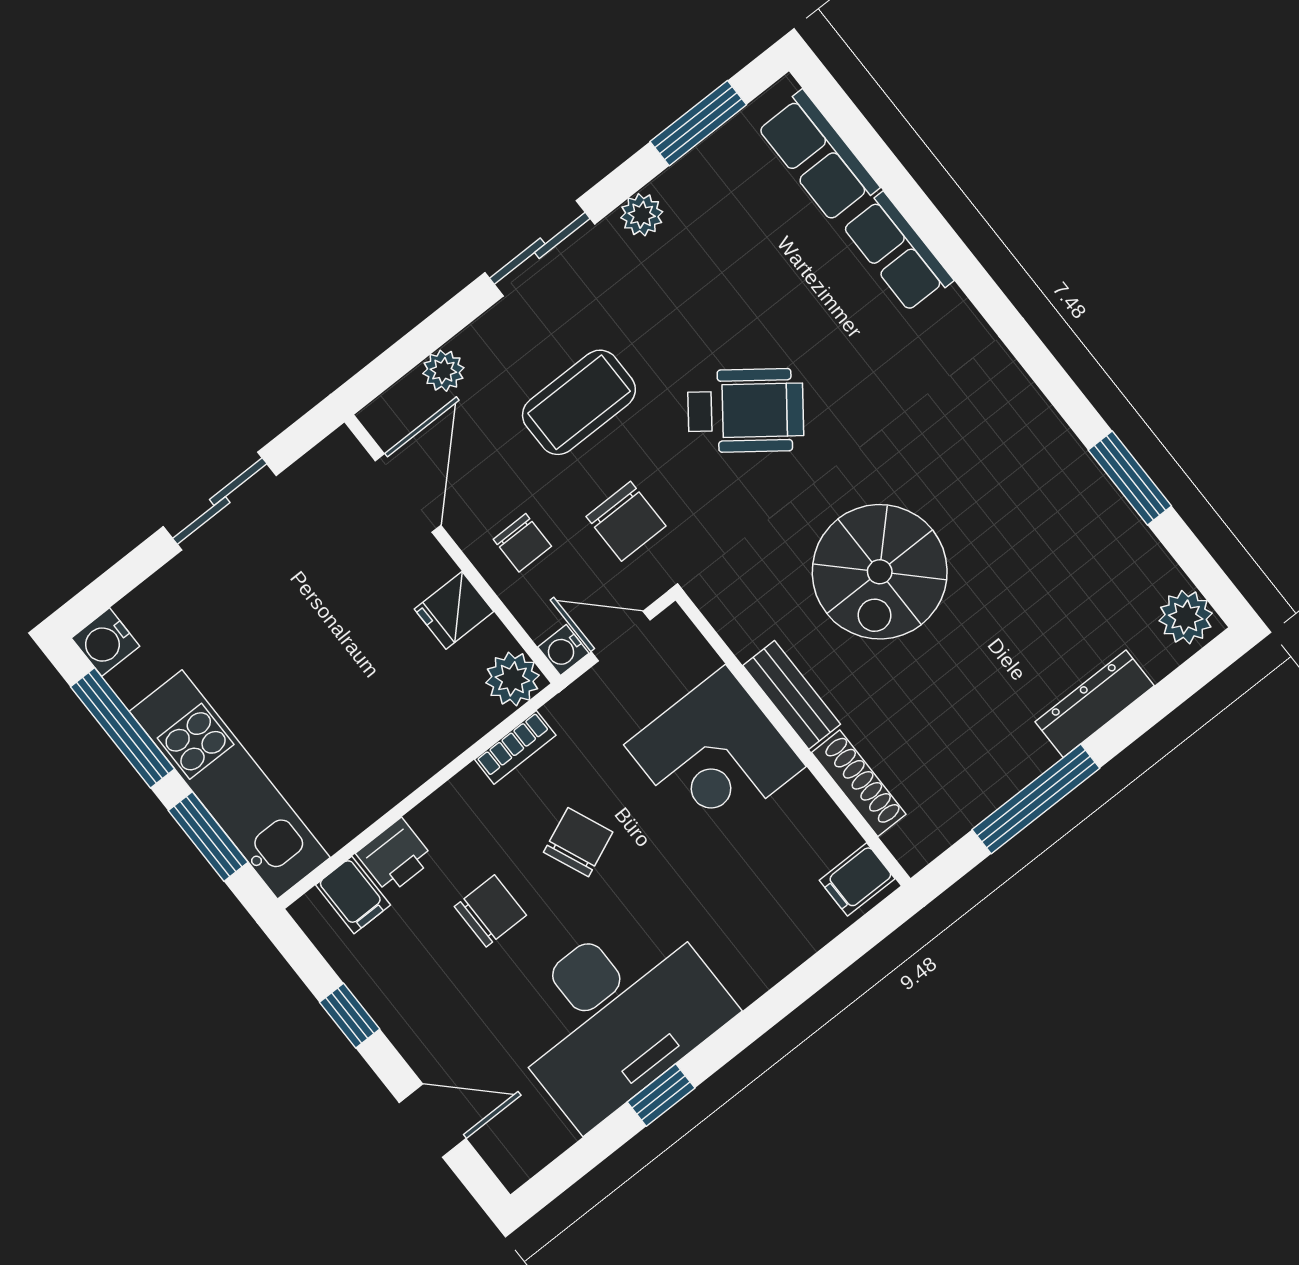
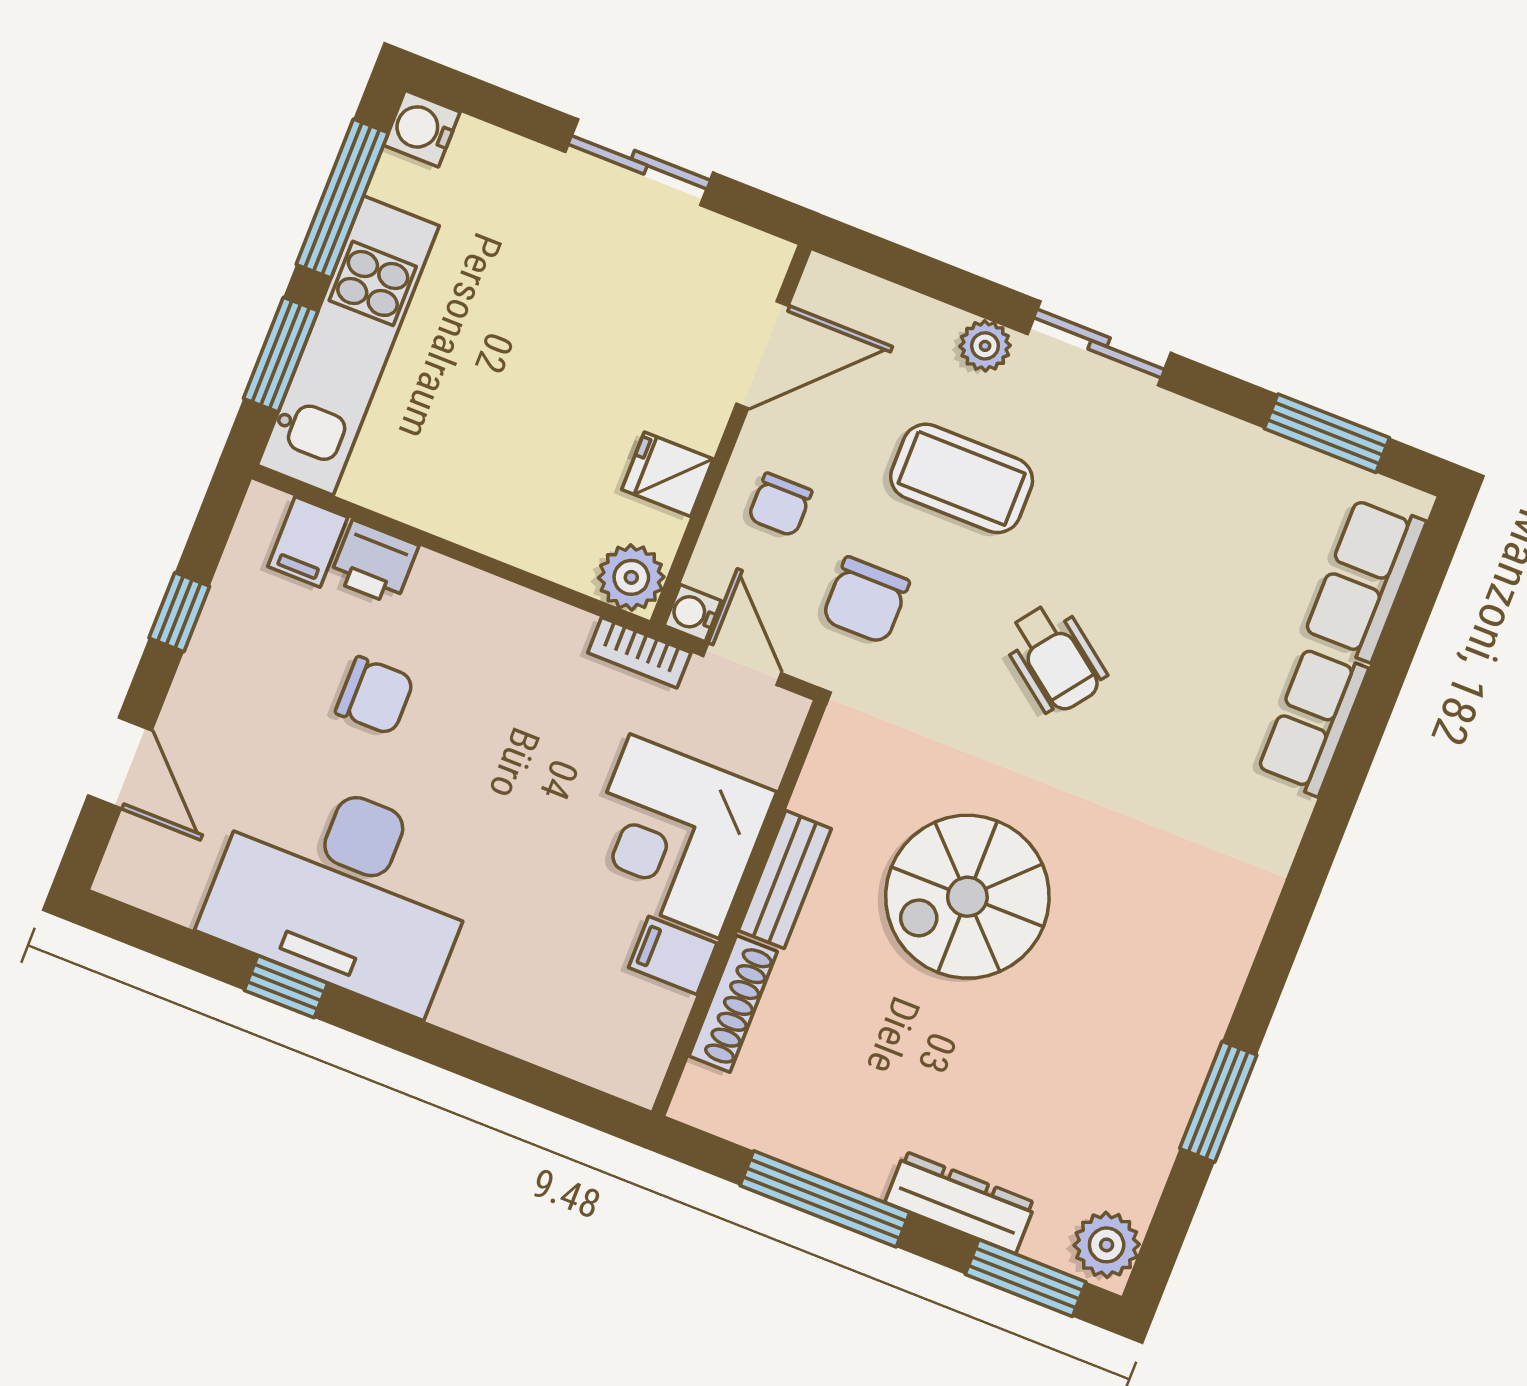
plant: (642, 215) -> (1196, 430), removed
plant: (443, 371) -> (985, 346), moved
wheelchair: (746, 411) -> (1055, 658), width x0.73, depth x0.73
window: (1176, 688) -> (1026, 1278), added
bookcase: (515, 747) -> (639, 653), moved
chair: (578, 842) -> (500, 746), removed
filing cabinet: (857, 879) -> (673, 955), moved

